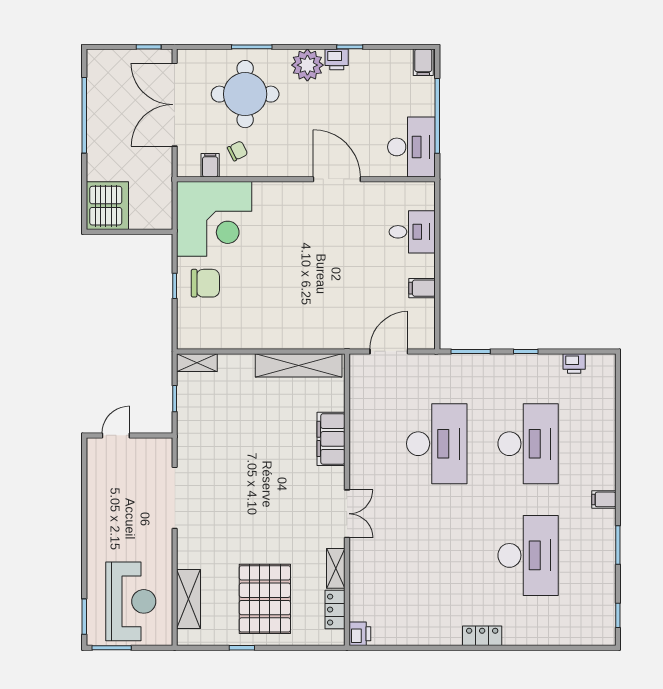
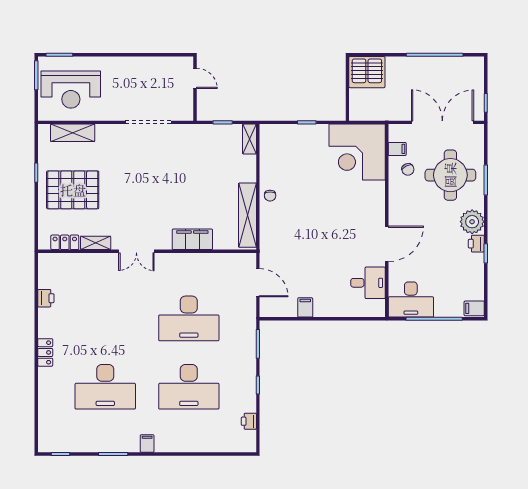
desk: (412, 232) -> (368, 283), moved, turned -90
chair: (205, 283) -> (270, 196), moved, width x0.54, depth x0.54
printer: (360, 634) -> (46, 298), moved, turned -90

